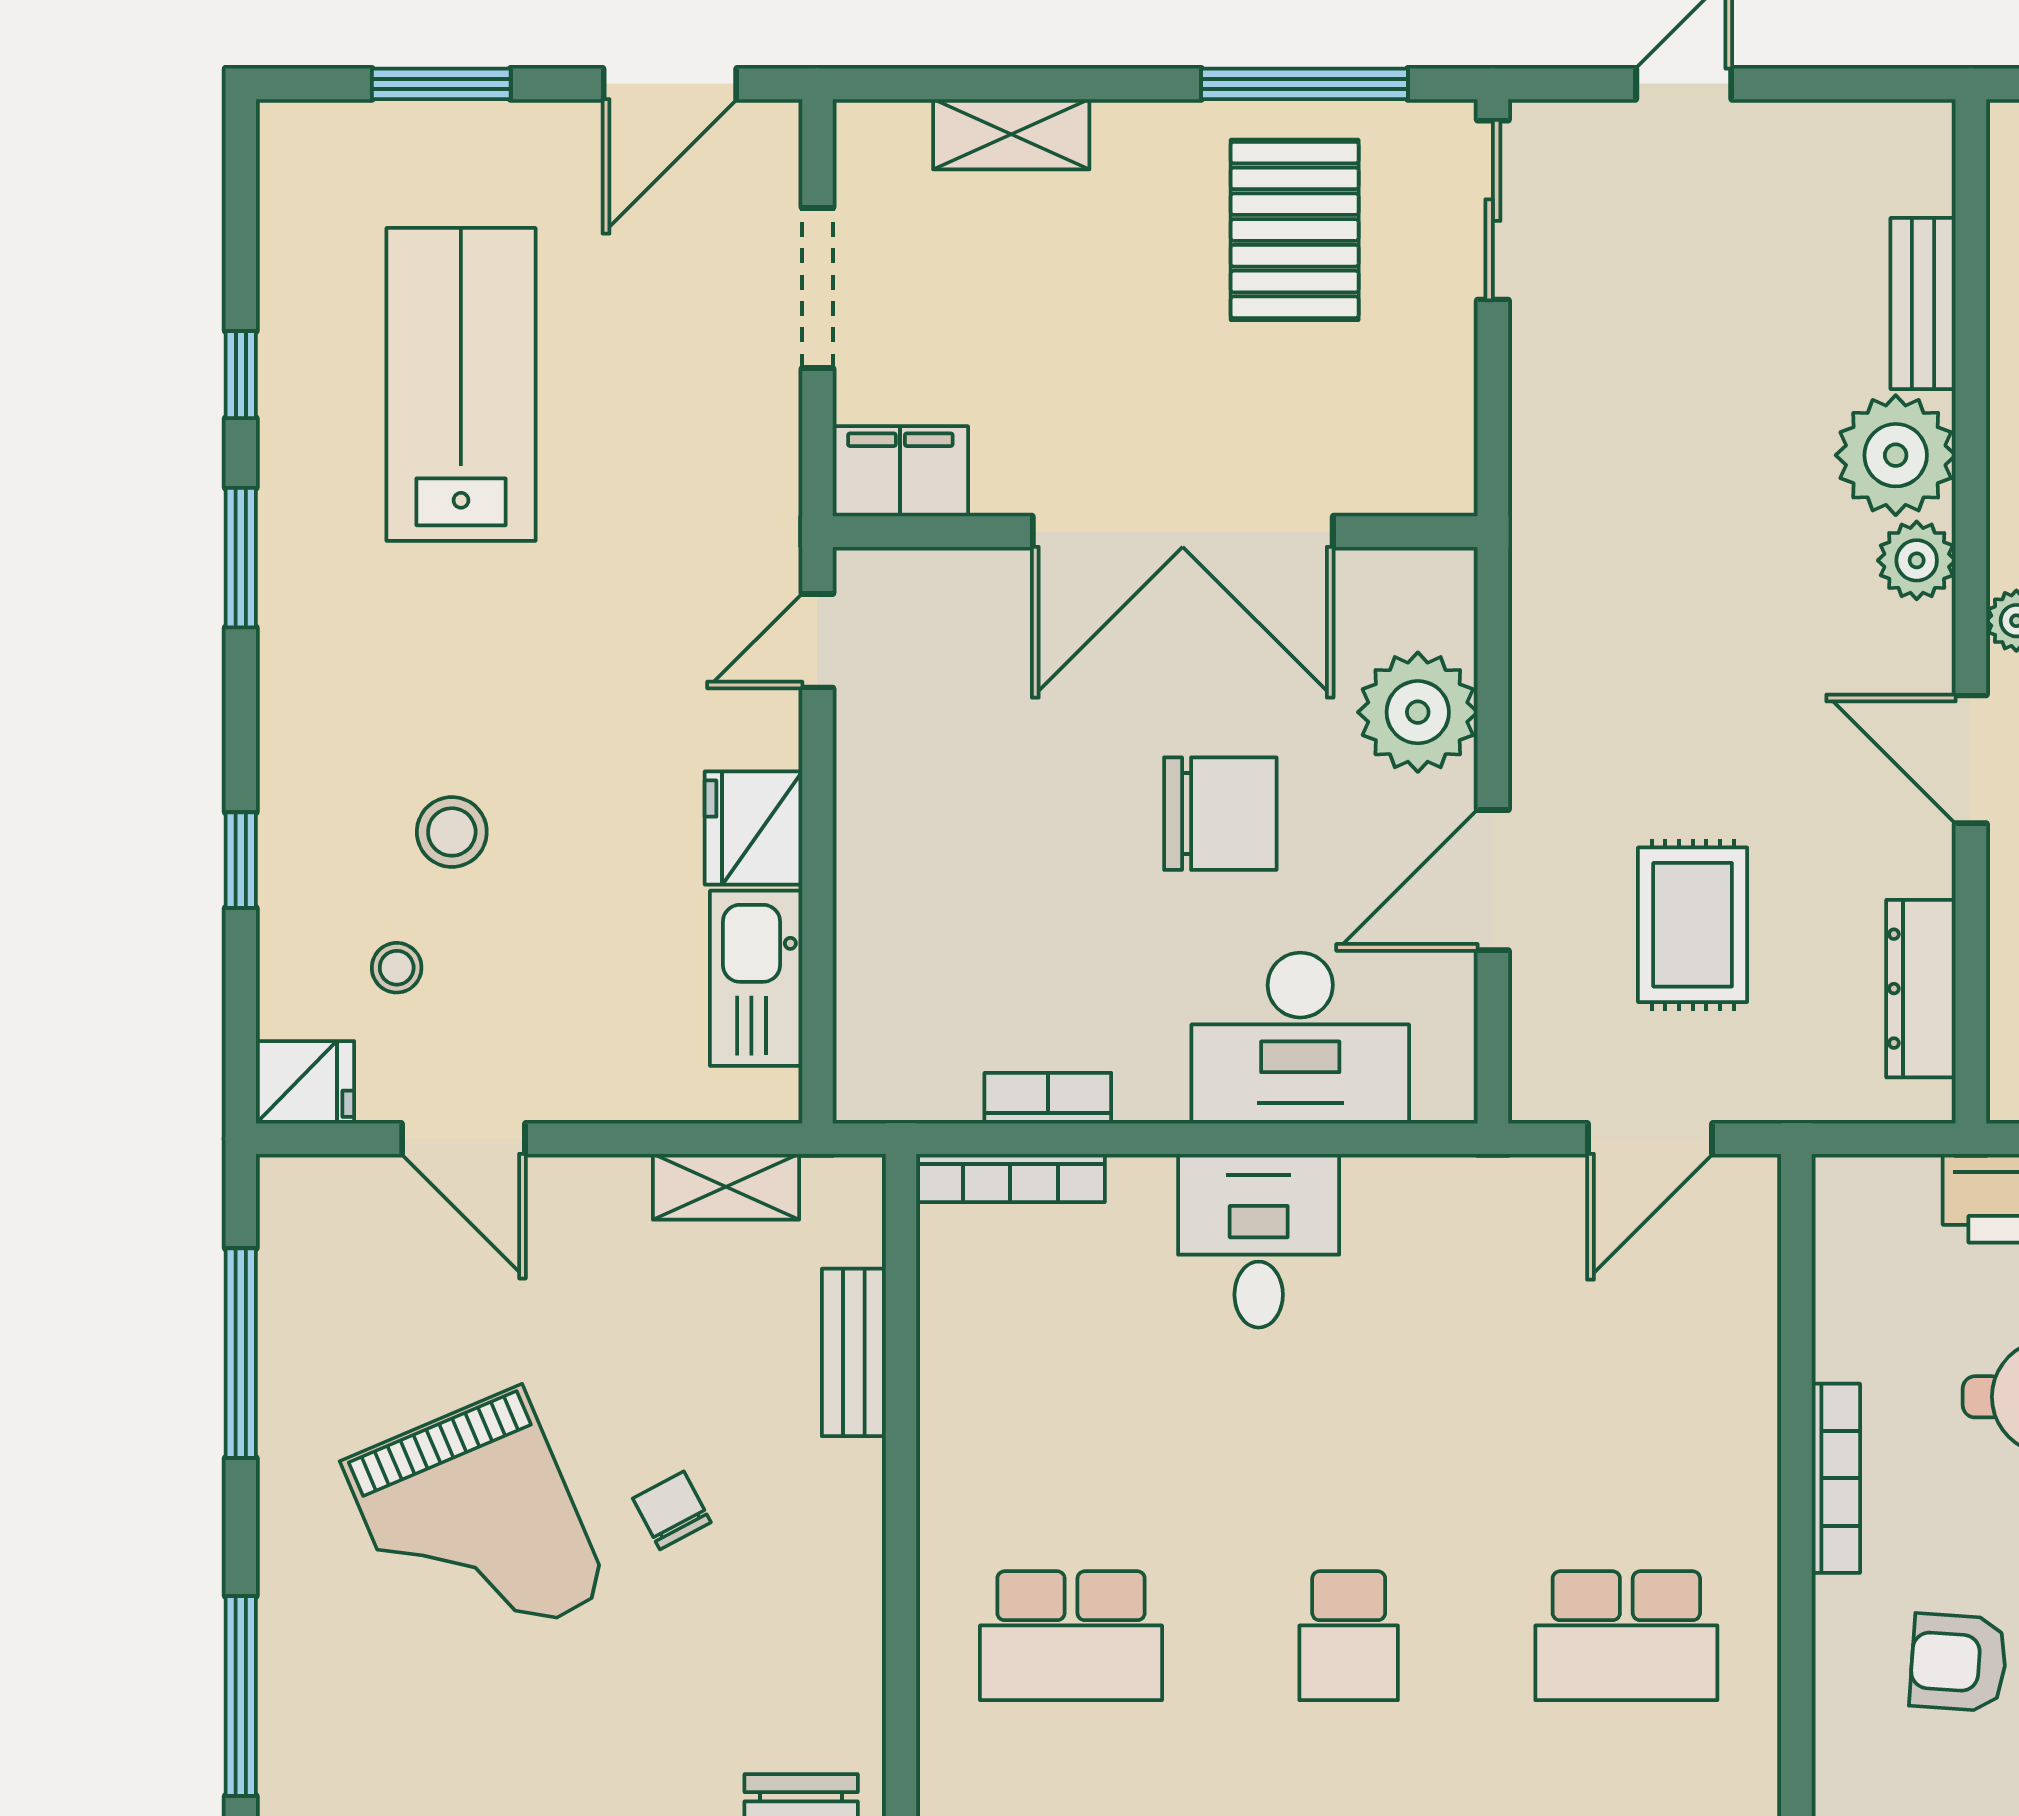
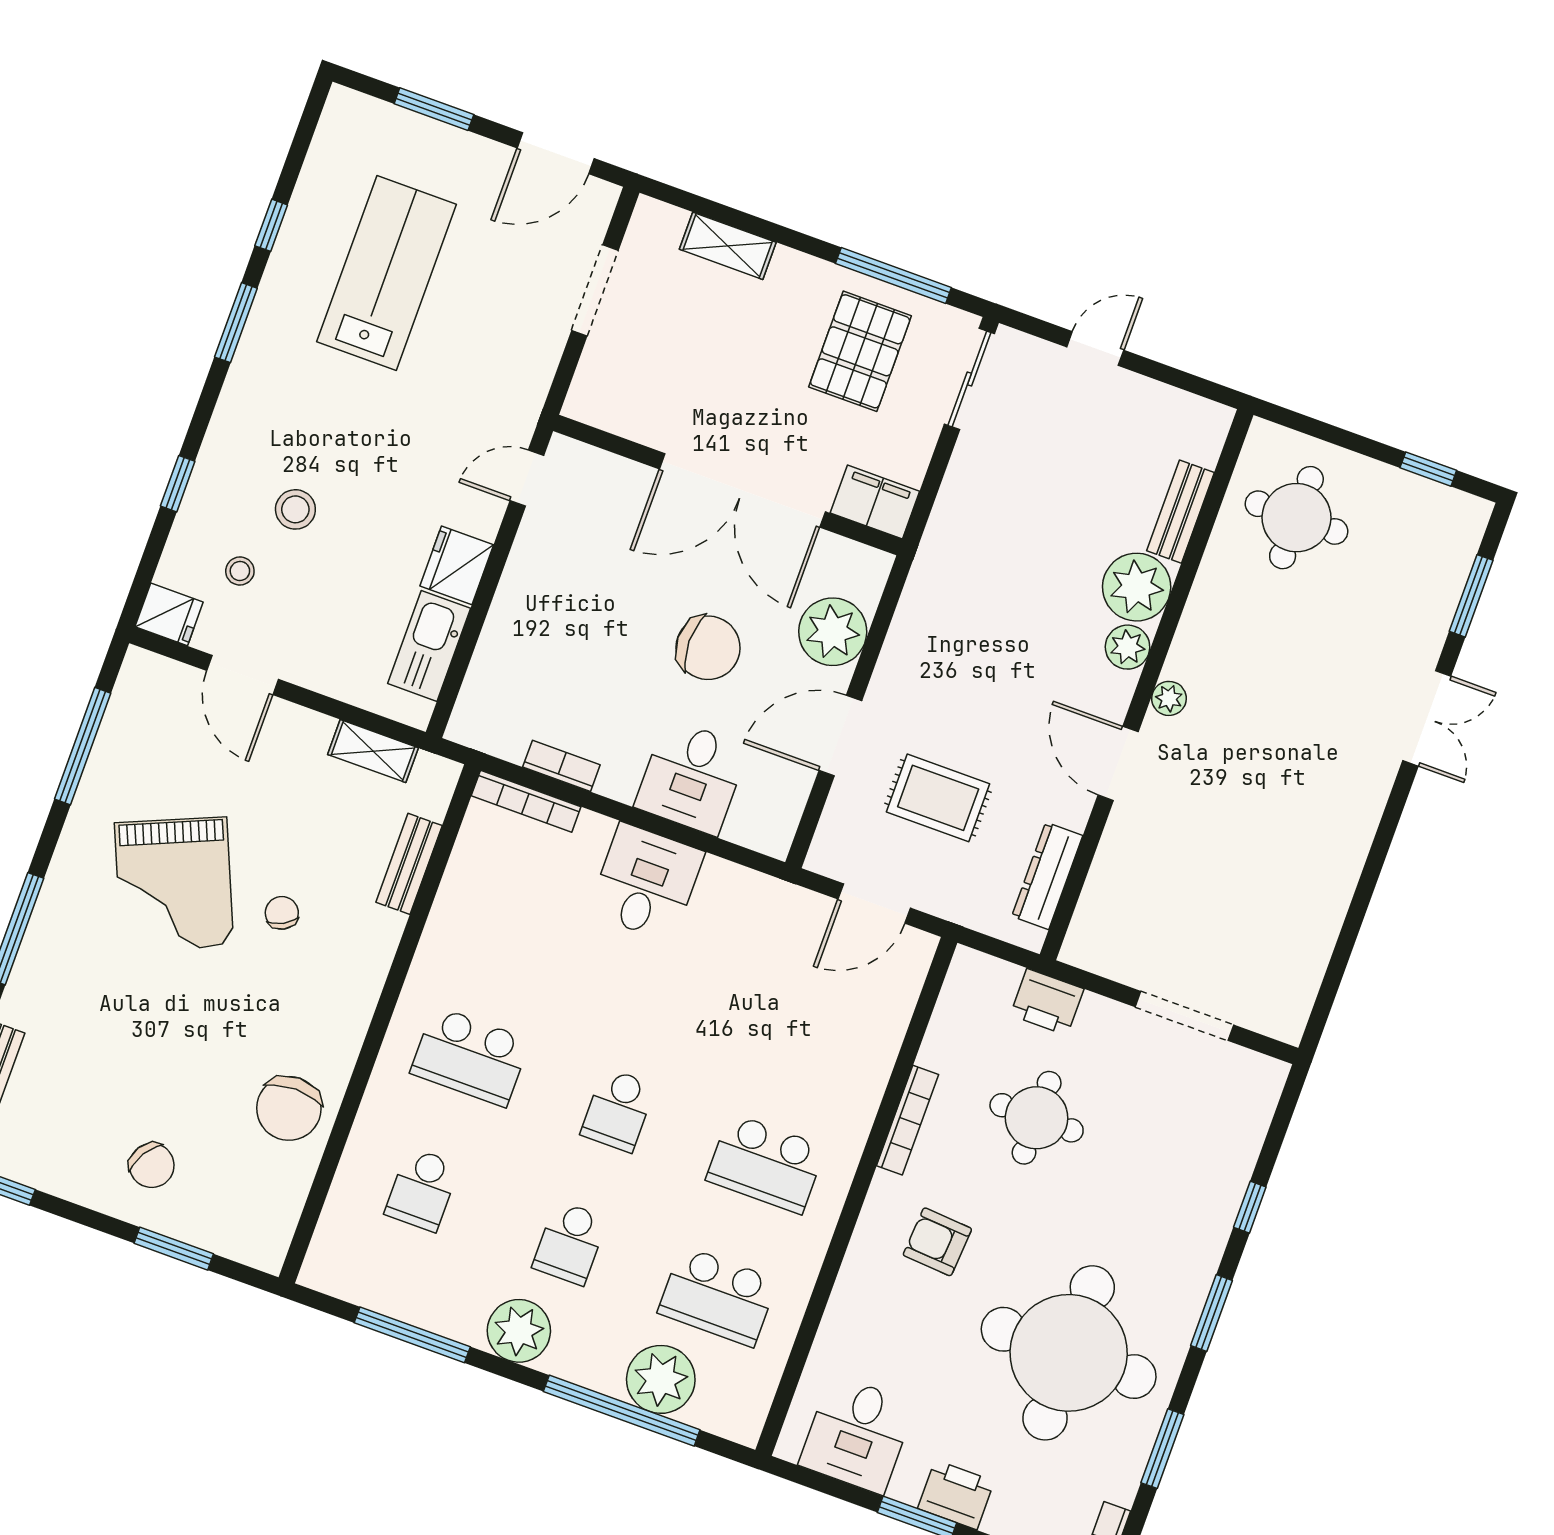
filing cabinet: (900, 471) -> (875, 502), moved
rug: (1693, 925) -> (938, 798), turned 90
desk: (1300, 1038) -> (692, 777), width x0.73

